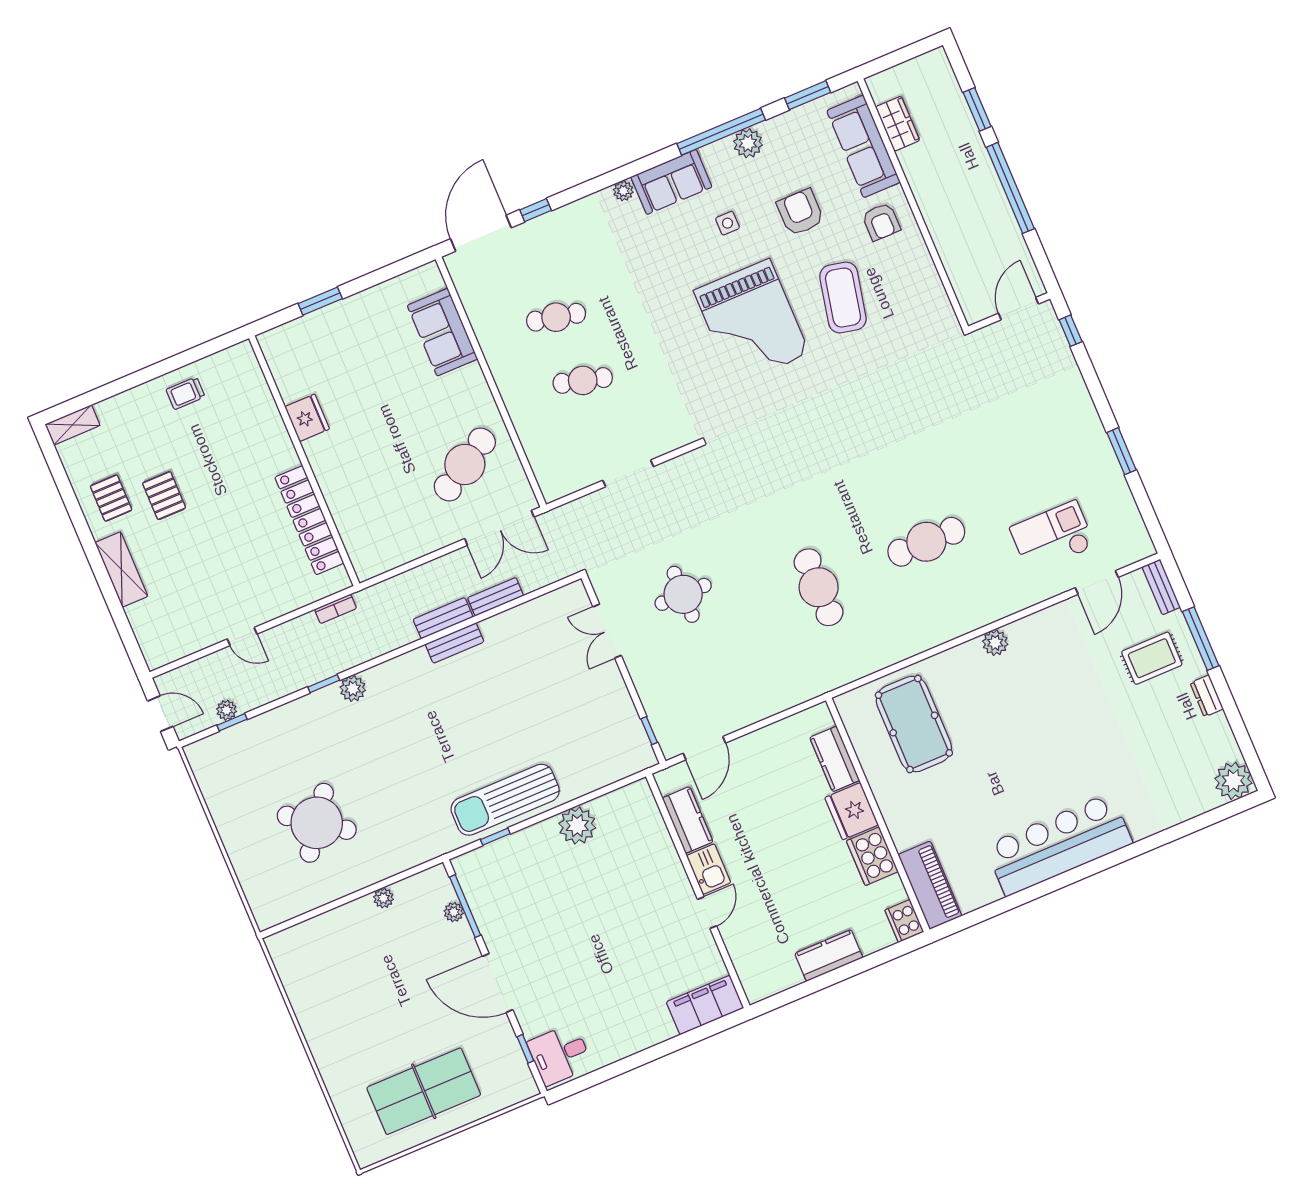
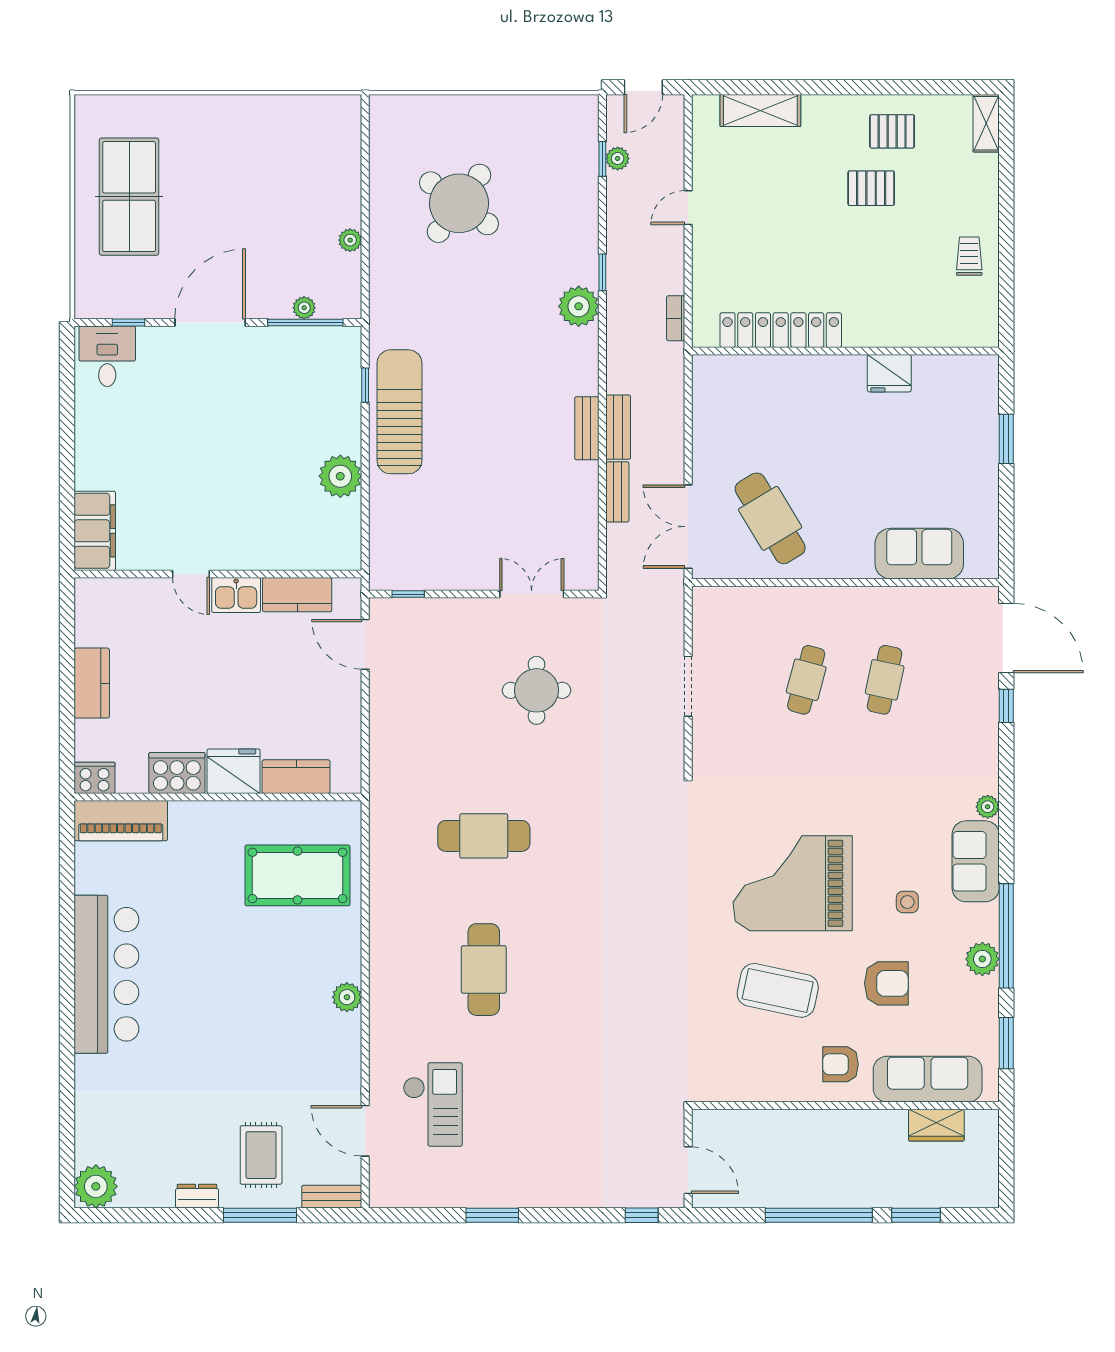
shelving: (121, 569) -> (760, 110), moved
plant: (353, 689) -> (579, 306), width x1.36, depth x1.36

